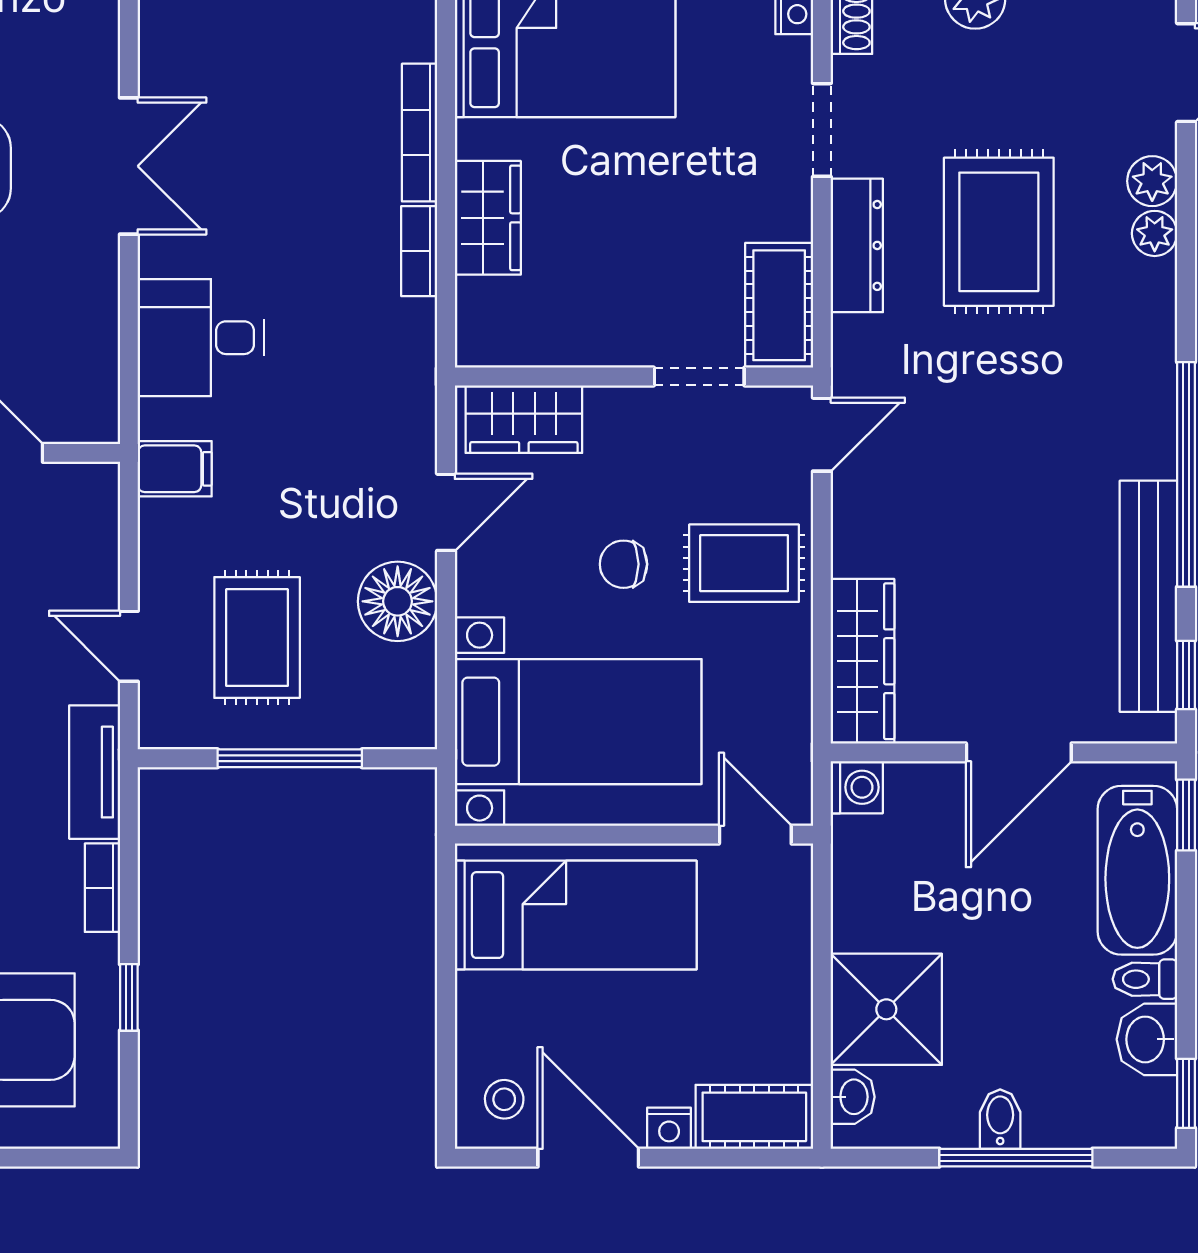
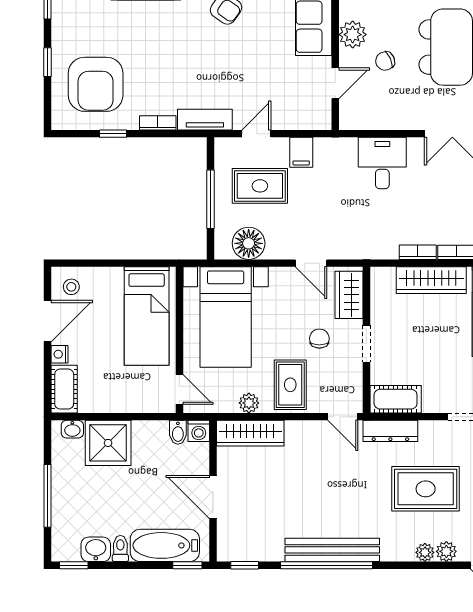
wardrobe: (488, 218) -> (431, 280), width x1.50
dresser: (857, 245) -> (390, 431), moved
doorway: (699, 377) -> (366, 344), moved
filing cabinet: (175, 469) -> (301, 152), moved
chair: (623, 564) -> (319, 339), moved
bench: (1148, 596) -> (332, 550), moved
floor lamp: (398, 601) -> (249, 243), moved
plant: (789, 664) -> (249, 403), added
door: (755, 835) -> (179, 389), hinge flipped
bidet: (1000, 1119) -> (178, 432), moved, turned 90

